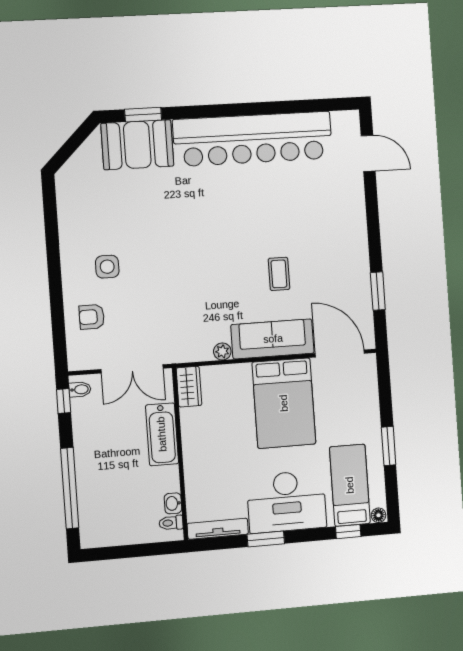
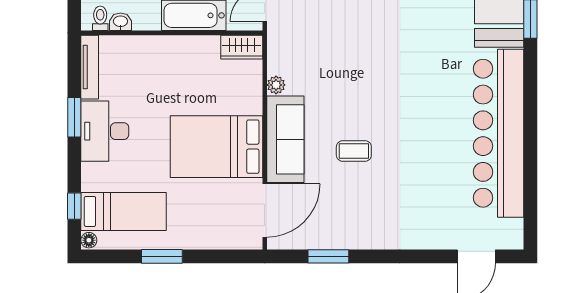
desk: (287, 502) -> (105, 131), width x0.73, depth x0.77

